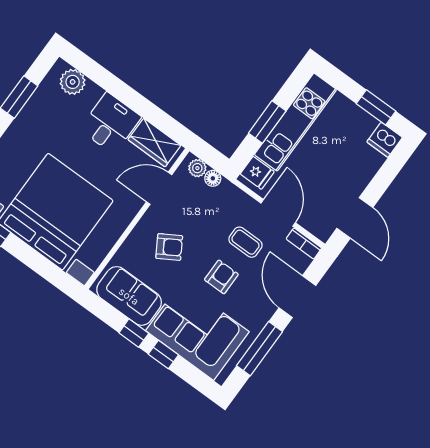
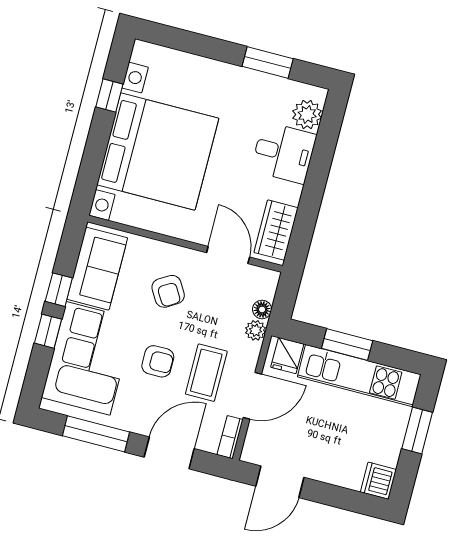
window: (376, 107) -> (417, 431), moved
desk: (110, 123) -> (284, 153), moved
plant: (197, 168) -> (256, 330), moved
coffee table: (245, 242) -> (206, 373), width x1.36, depth x1.30

